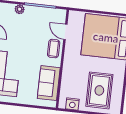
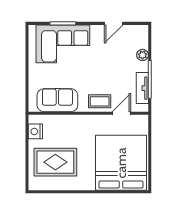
tv unit: (47, 12) -> (142, 88), added

